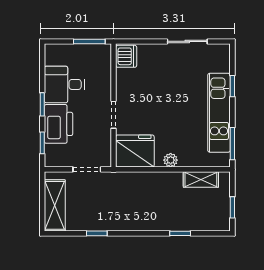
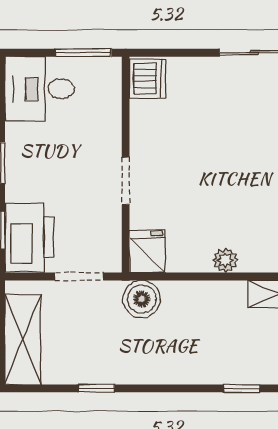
desk: (64, 84) -> (40, 89), moved
printer: (59, 124) -> (29, 238), moved
fridge: (135, 151) -> (147, 251), width x0.53, depth x0.75
boiler: (123, 182) -> (142, 299), added

